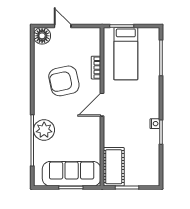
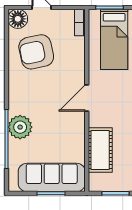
bookcase: (96, 68) -> (80, 23), moved
armchair: (64, 81) -> (36, 52), moved
cot: (114, 167) -> (100, 150), moved

